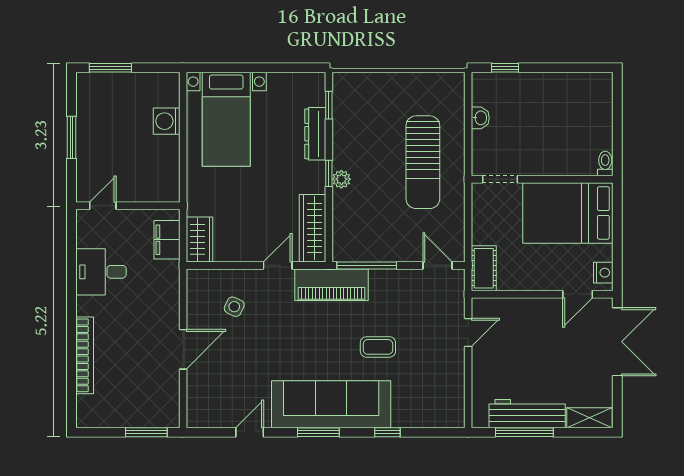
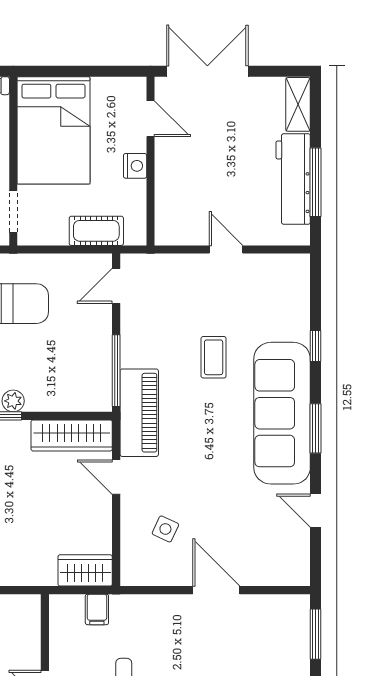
filing cabinet: (167, 240) -> (97, 609), width x0.50
cot: (484, 268) -> (96, 231), moved
nightstand: (603, 273) -> (135, 166), moved, turned 90
door: (468, 332) -> (226, 249), moved

